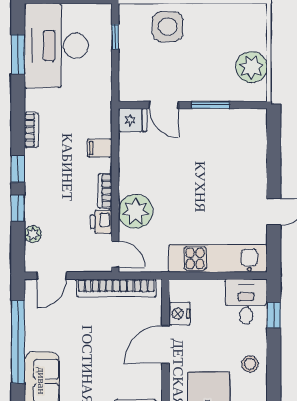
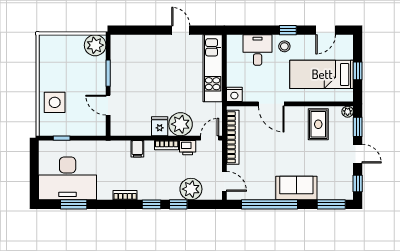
plant: (252, 67) -> (95, 45), moved
door: (164, 105) -> (108, 105), swing flipped
fridge: (133, 120) -> (160, 126), moved
plant: (33, 234) -> (191, 189), width x1.88, depth x1.88
desk: (246, 302) -> (258, 50), moved, turned 90
nightstand: (179, 313) -> (234, 94), moved
window: (274, 315) -> (288, 30), moved

